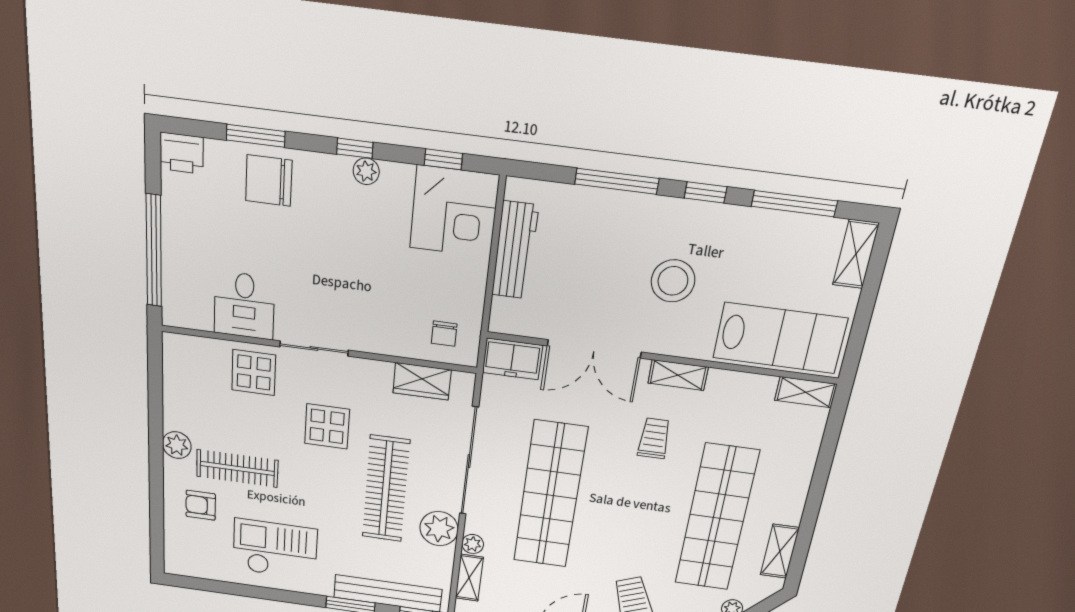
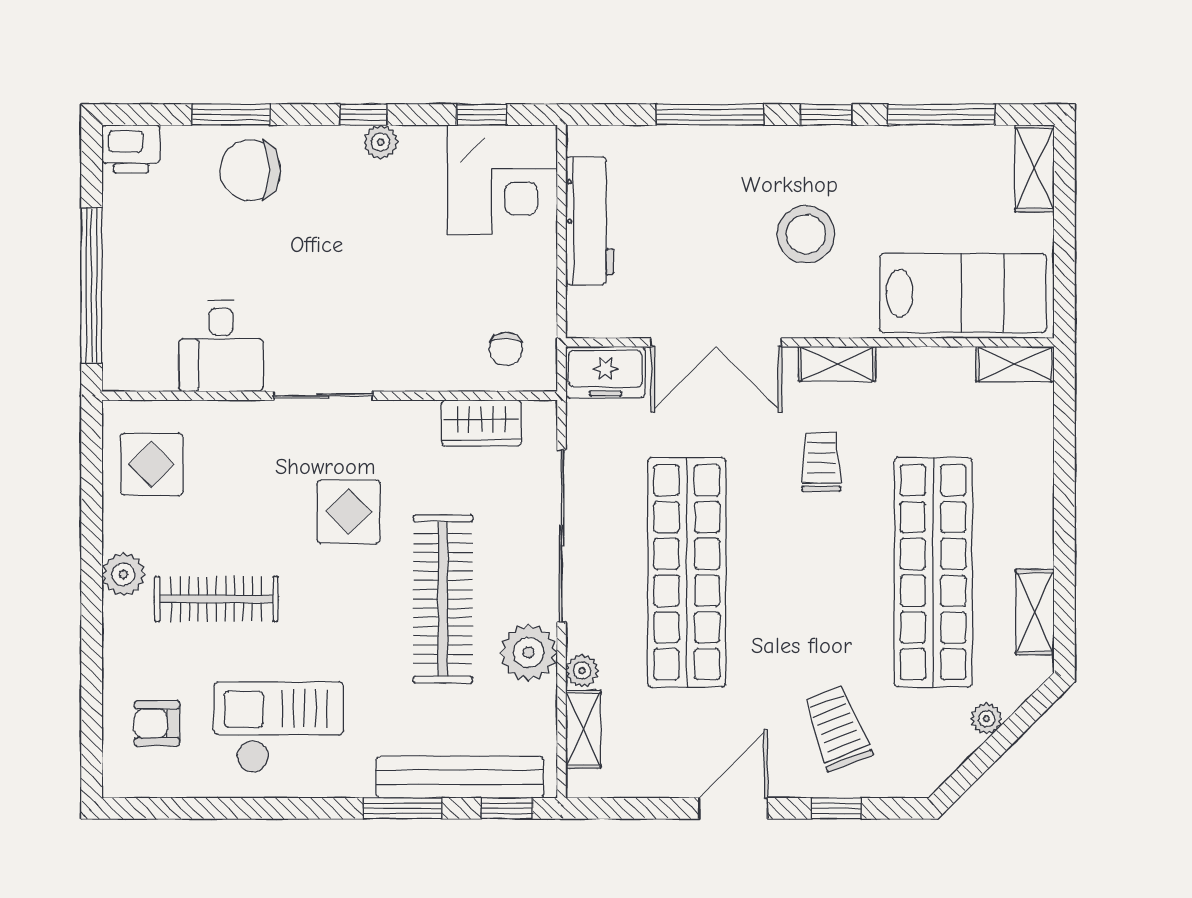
display table: (254, 373) -> (152, 464), moved
armchair: (201, 505) -> (157, 723), moved

